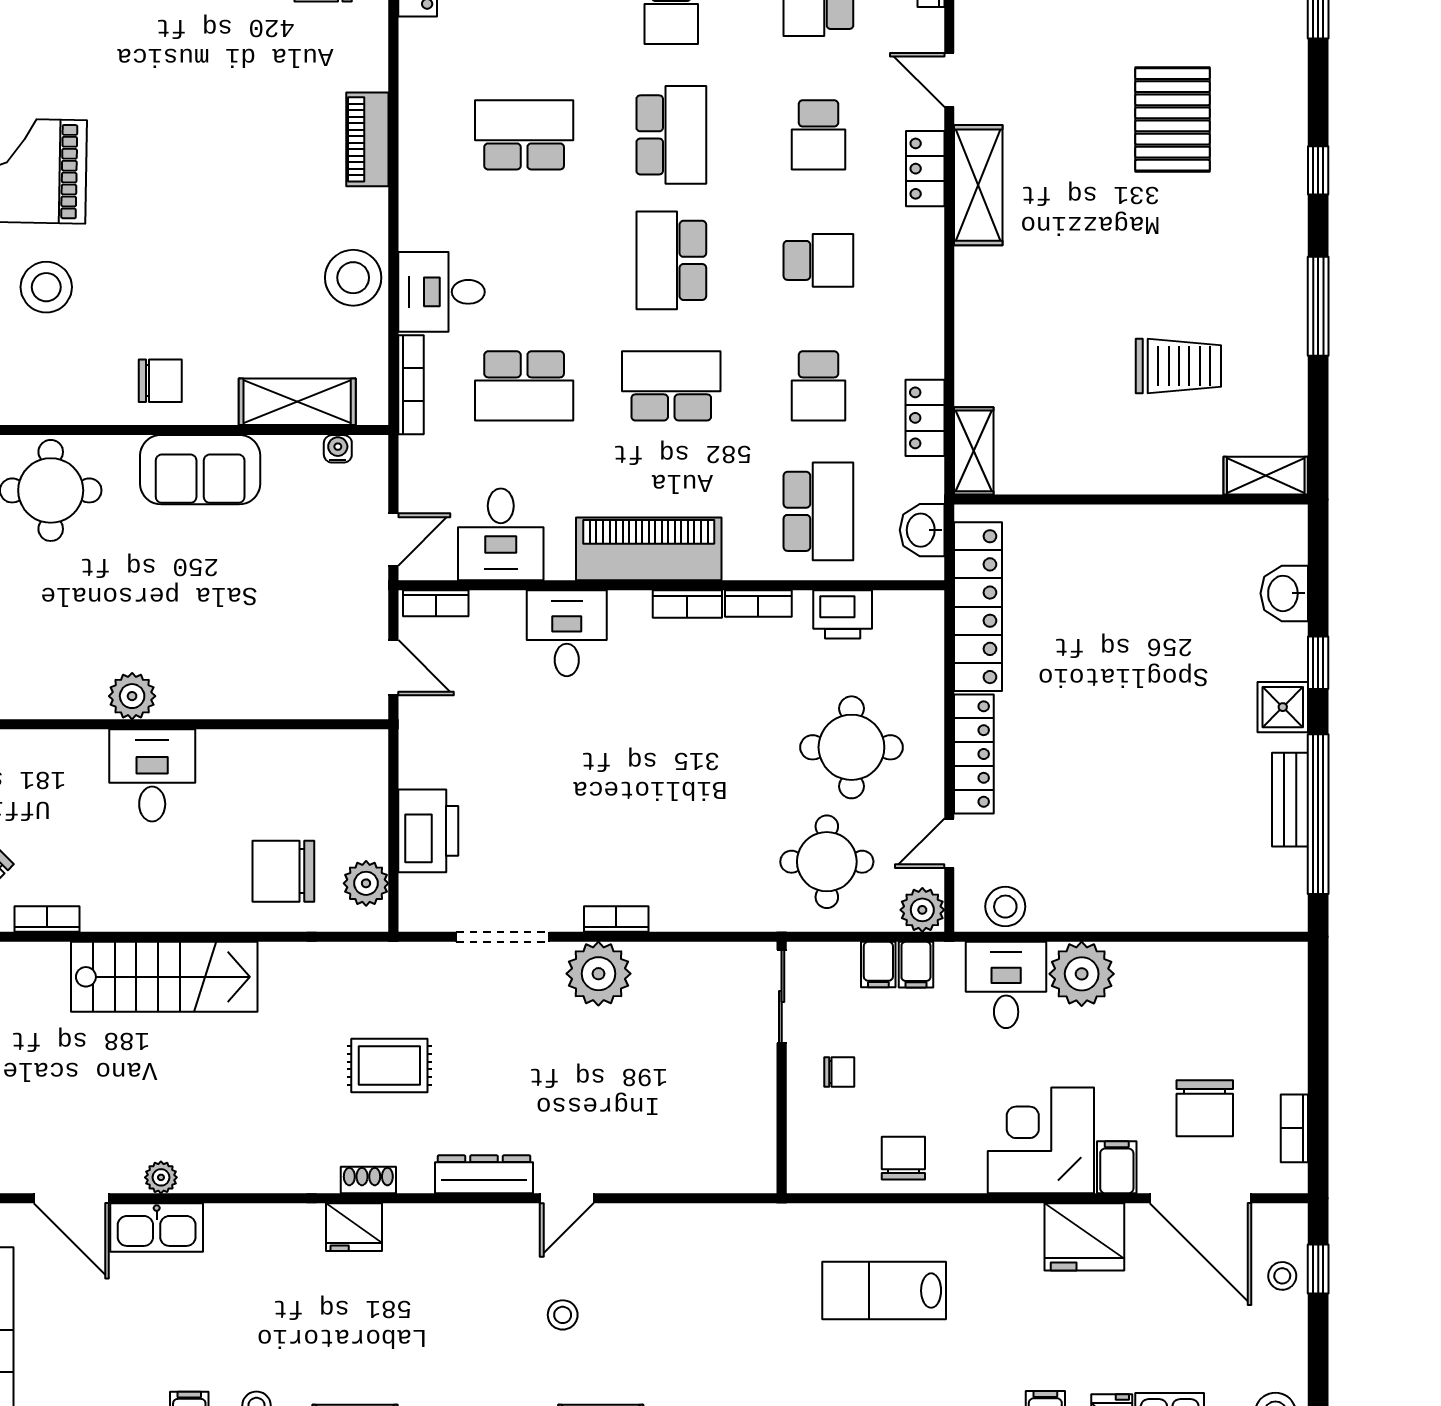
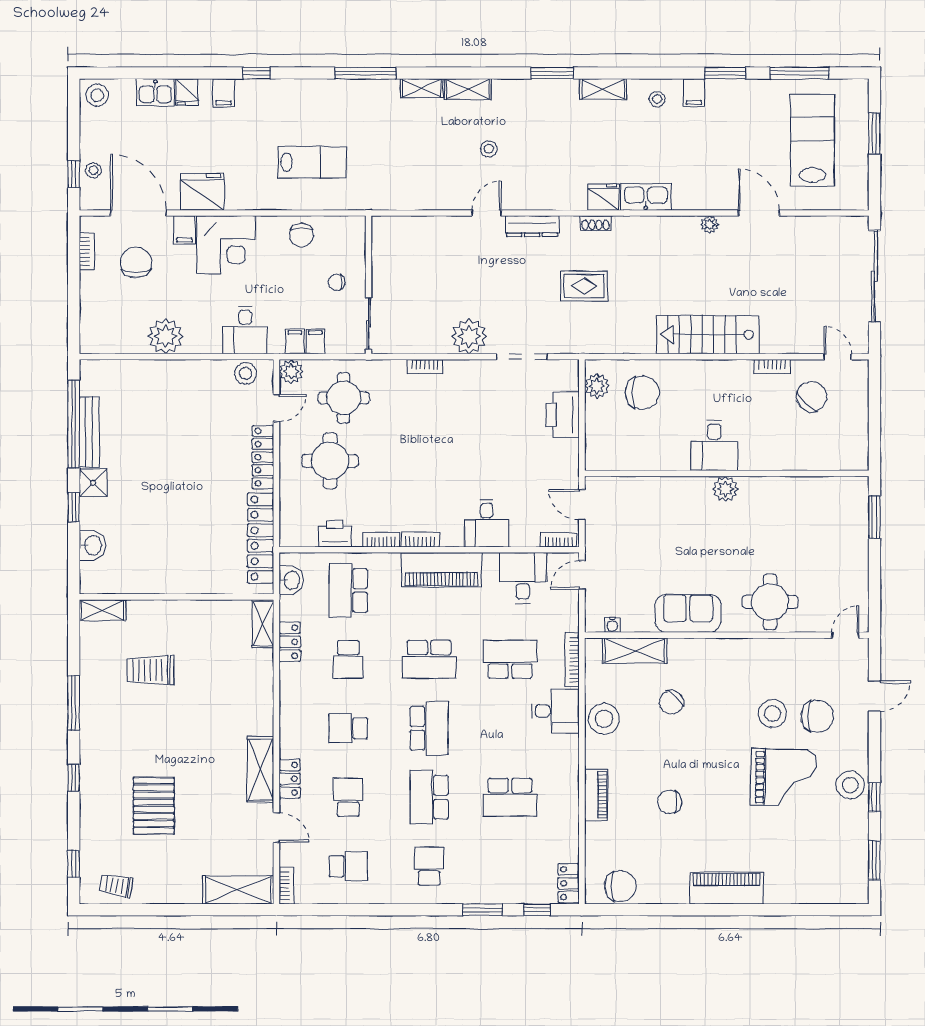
chair: (233, 126) -> (670, 802), added
chair: (160, 381) -> (671, 702), moved, turned -49
school desk: (818, 386) -> (348, 659), turned 180
bench: (1290, 800) -> (89, 432), width x1.36
bookcase: (616, 919) -> (425, 366), moved
plant: (1082, 974) -> (165, 336), moved
kitchen sink: (157, 1228) -> (646, 197), moved

